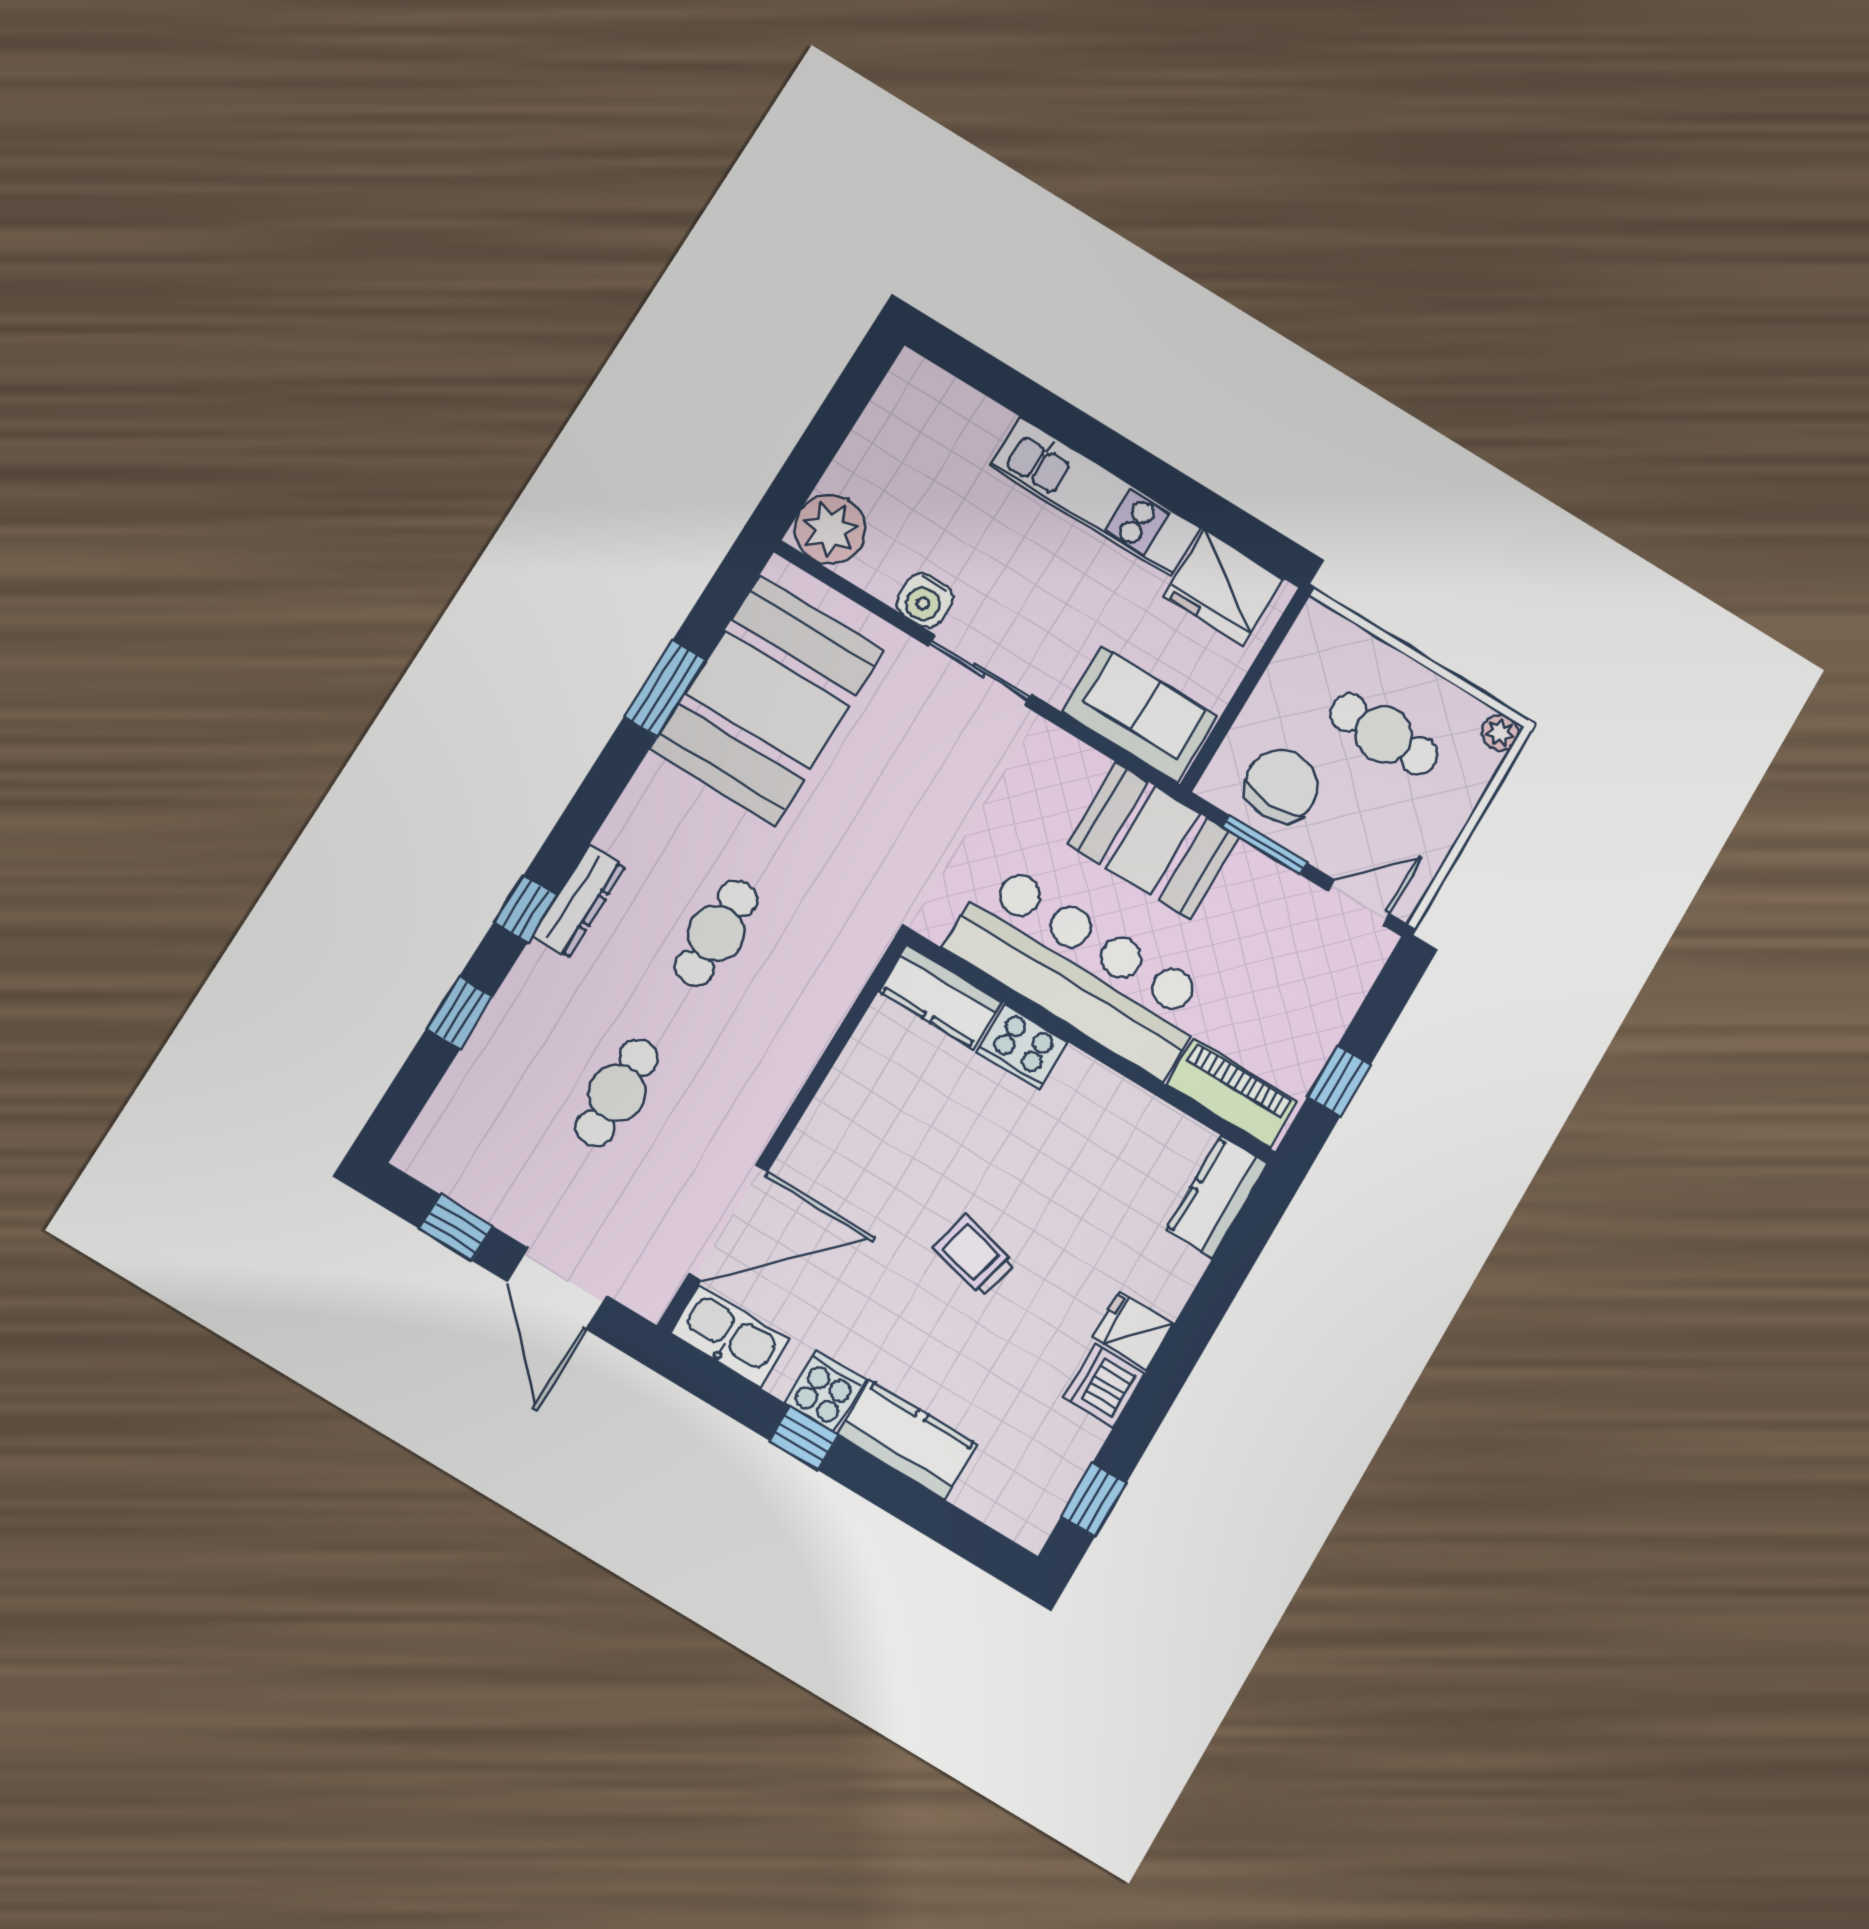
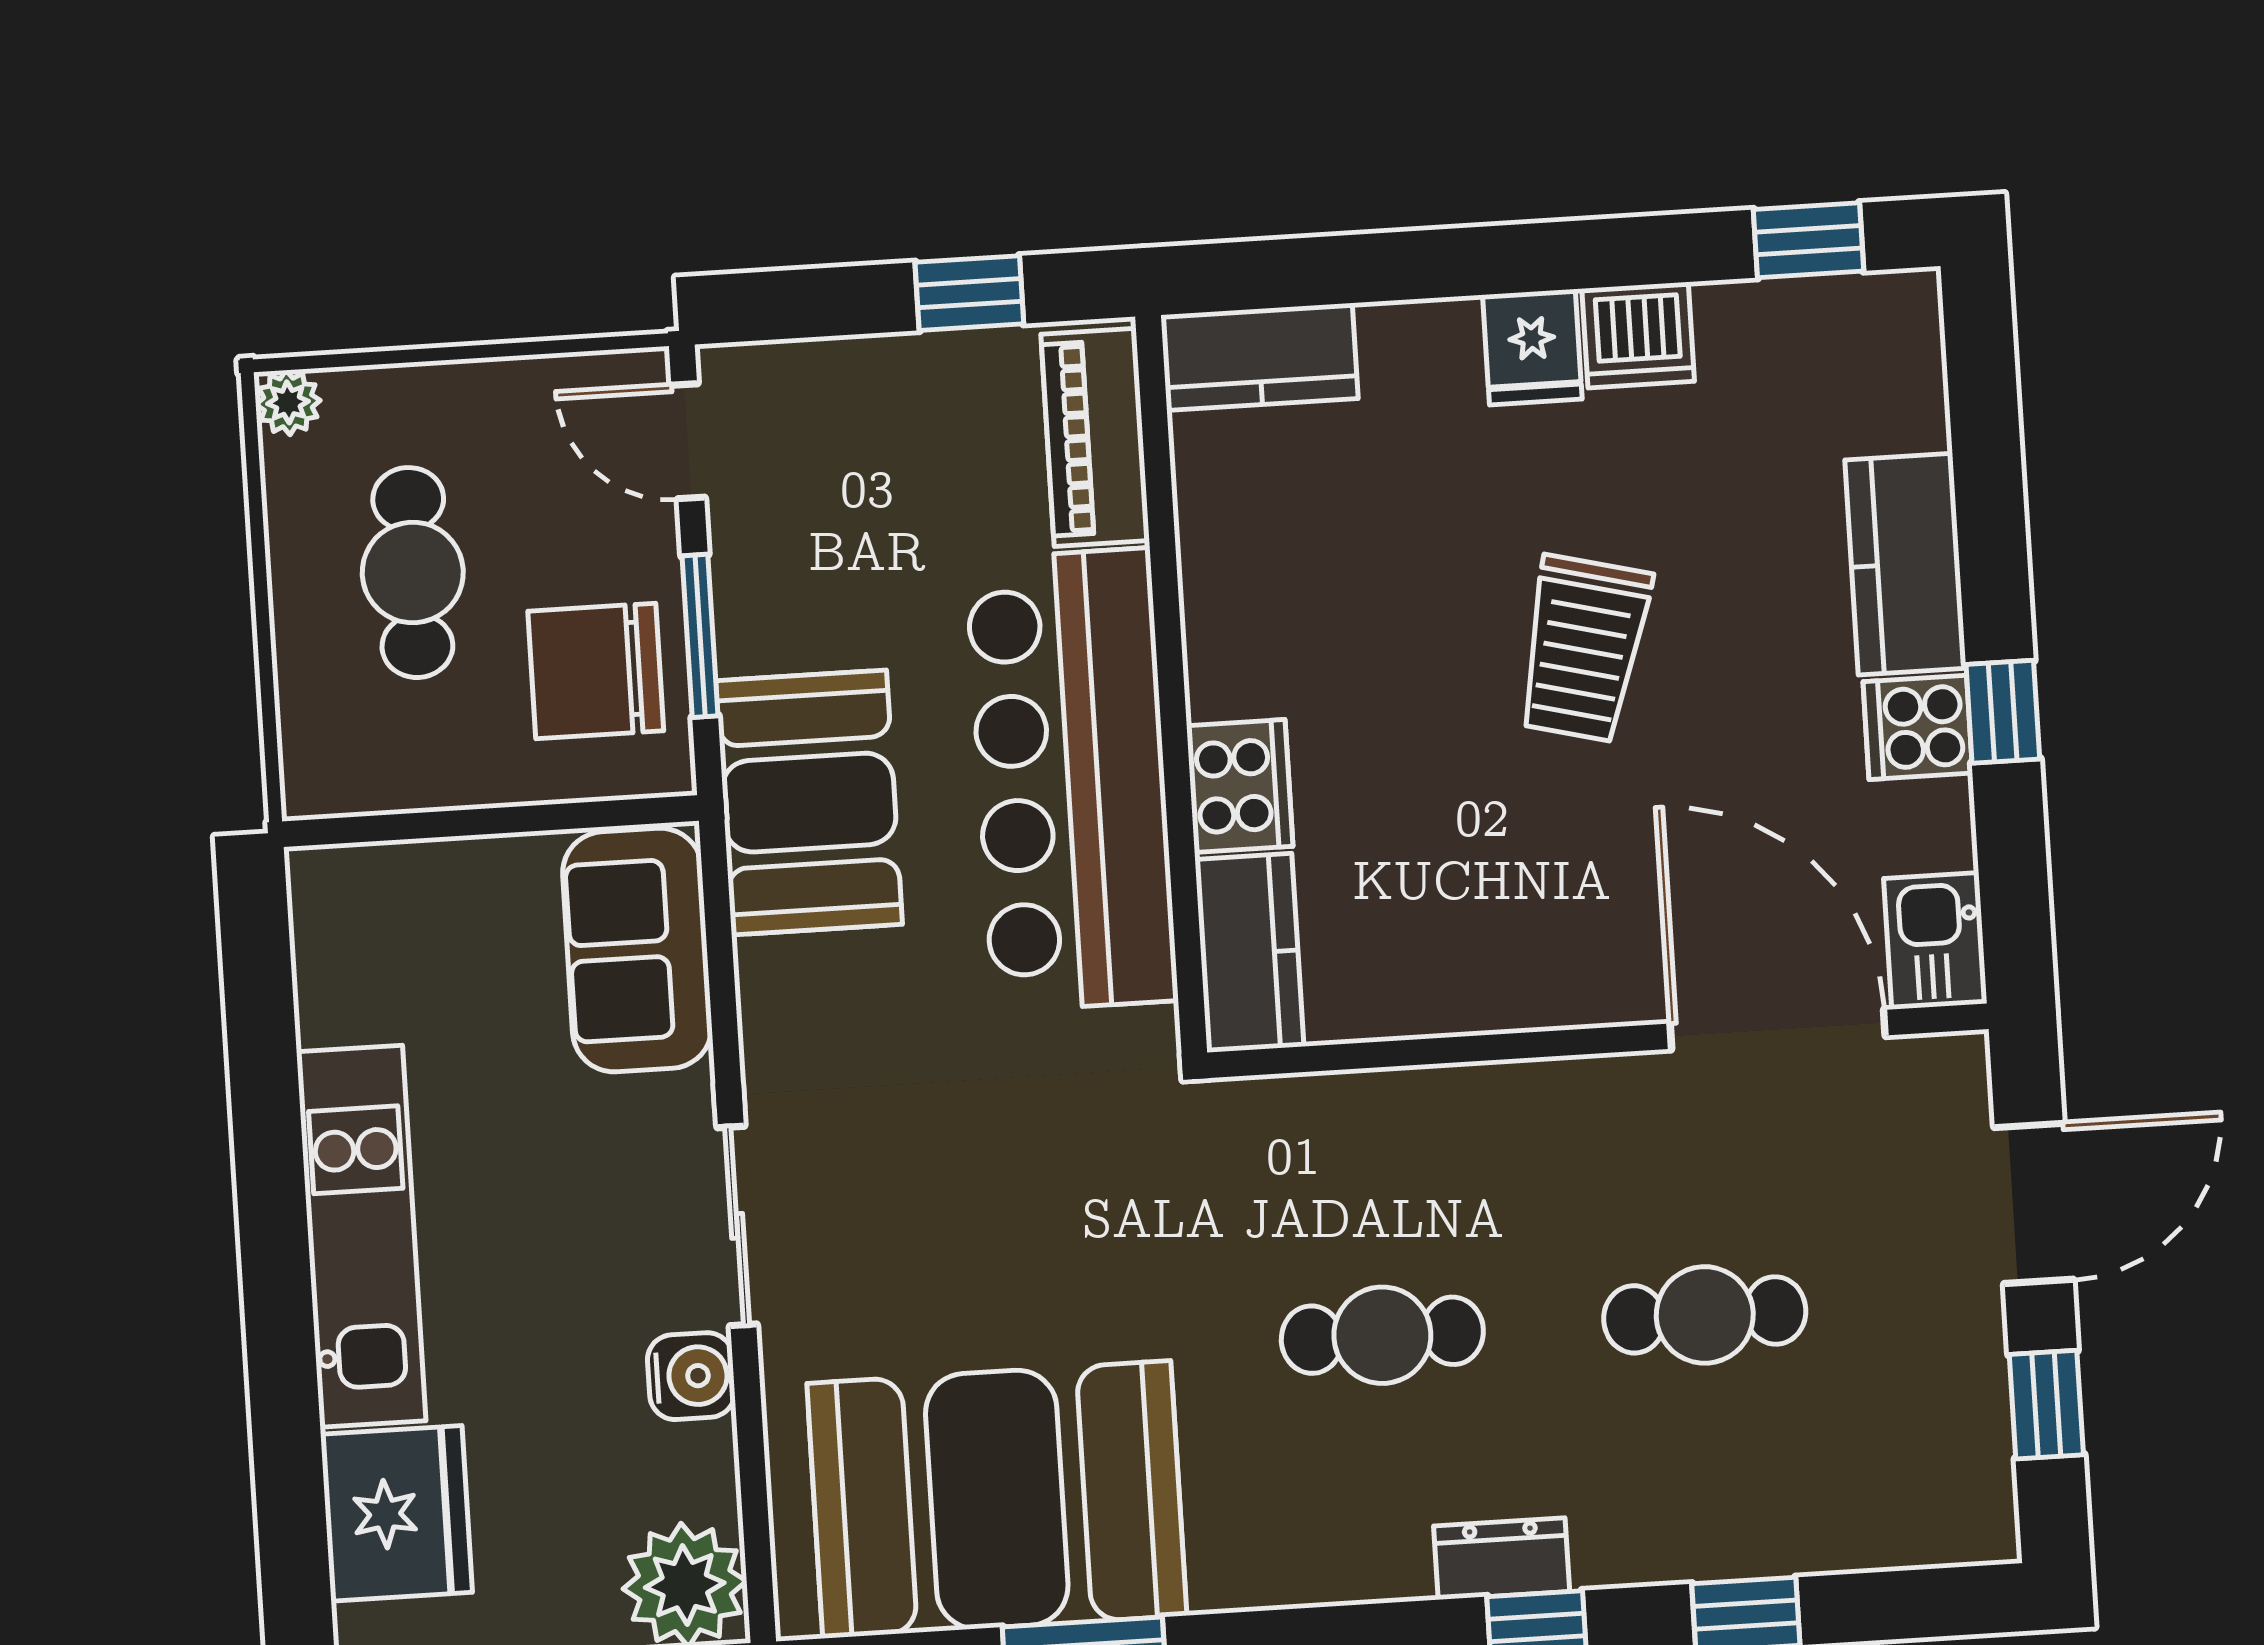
fridge: (1223, 587) -> (396, 1513), moved
dresser: (579, 901) -> (1502, 1559), width x0.70
trolley: (974, 1255) -> (1583, 649), width x1.36, depth x1.39
kitchen sink: (729, 1336) -> (1935, 941), width x0.73

